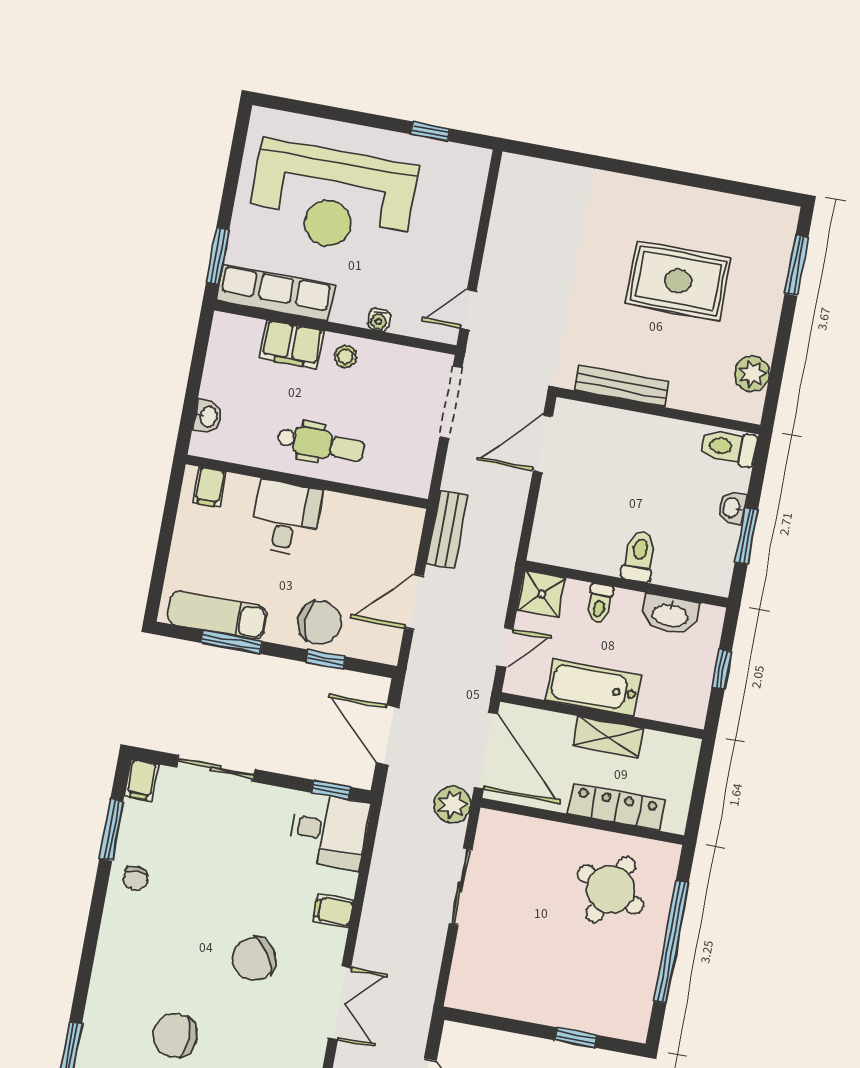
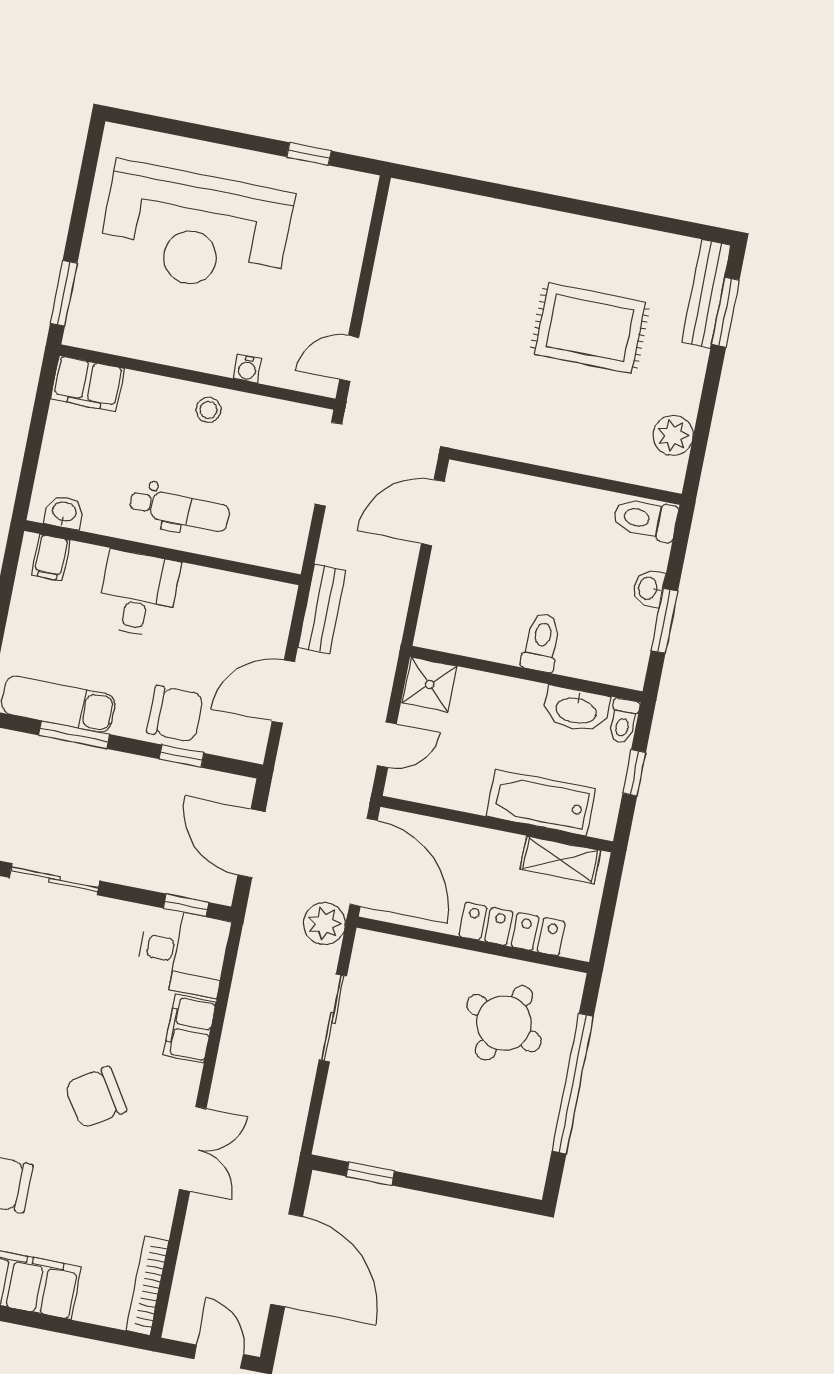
row of seats: (275, 293) -> (129, 336), removed
filing cabinet: (292, 344) -> (87, 384), moved
bench: (622, 386) -> (706, 294), moved, turned 90
washbasin: (208, 416) -> (64, 512), moved, turned -90
toilet: (600, 603) -> (623, 721), moved
bathtub: (593, 688) -> (541, 803), moved
shelving: (608, 737) -> (560, 860), moved
filing cabinet: (333, 911) -> (190, 1029), width x2.00
window: (576, 1038) -> (370, 1174), moved

